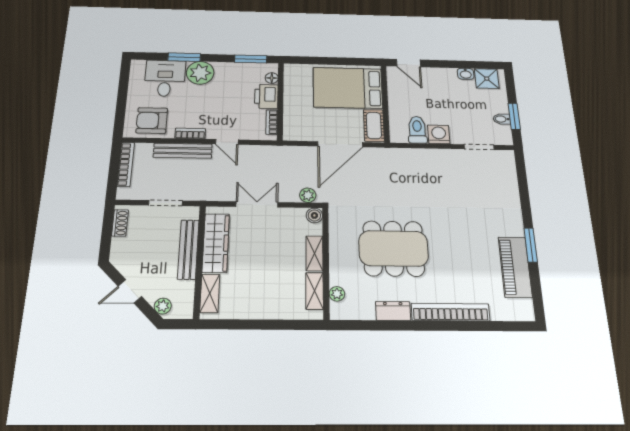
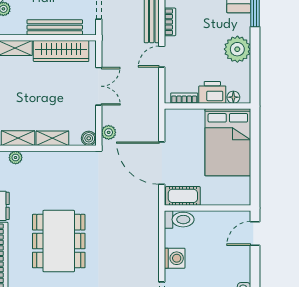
window: (251, 59) -> (255, 76), removed
plant: (200, 73) -> (237, 49), moved
bed: (348, 88) -> (228, 142), moved, turned 180
toilet: (417, 130) -> (179, 220), moved
dining table: (394, 248) -> (59, 241), moved

